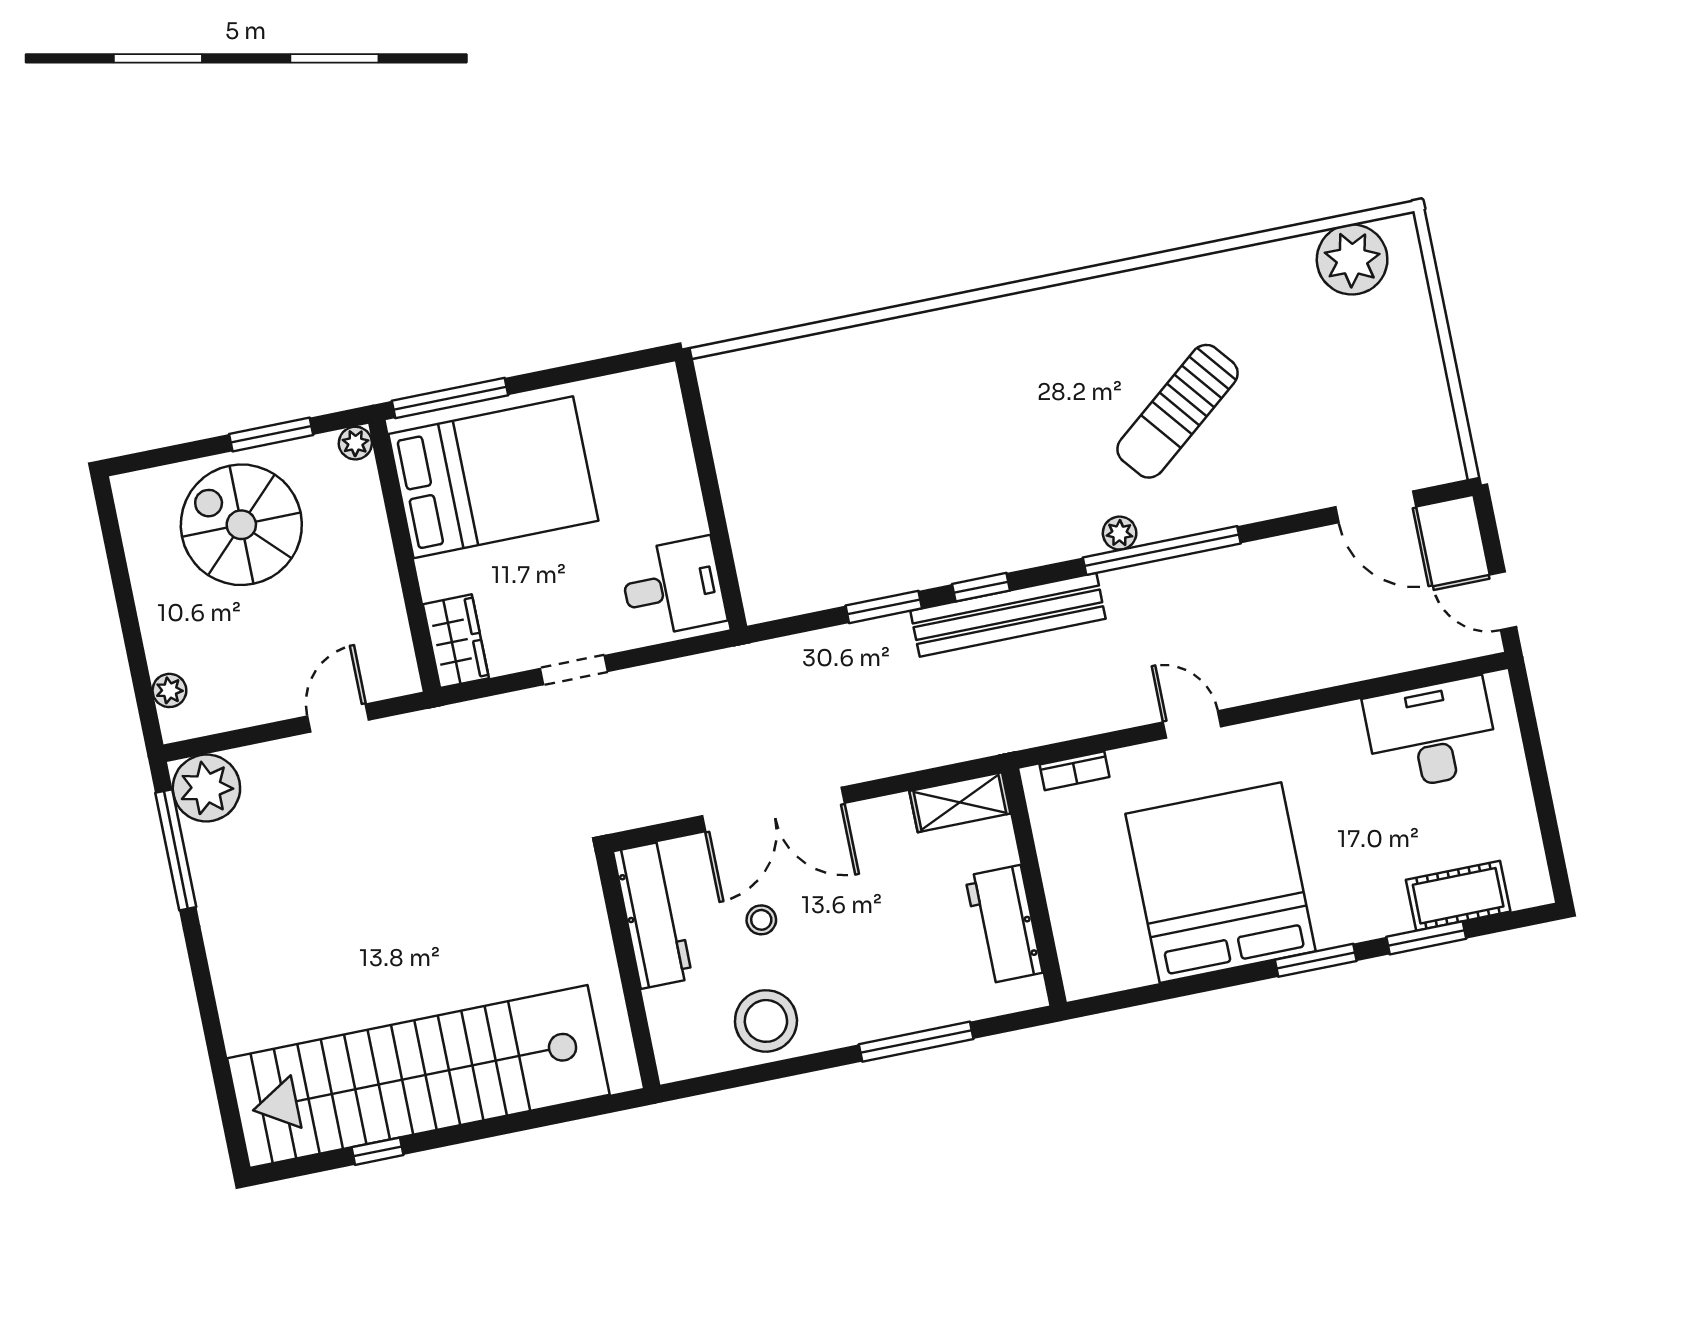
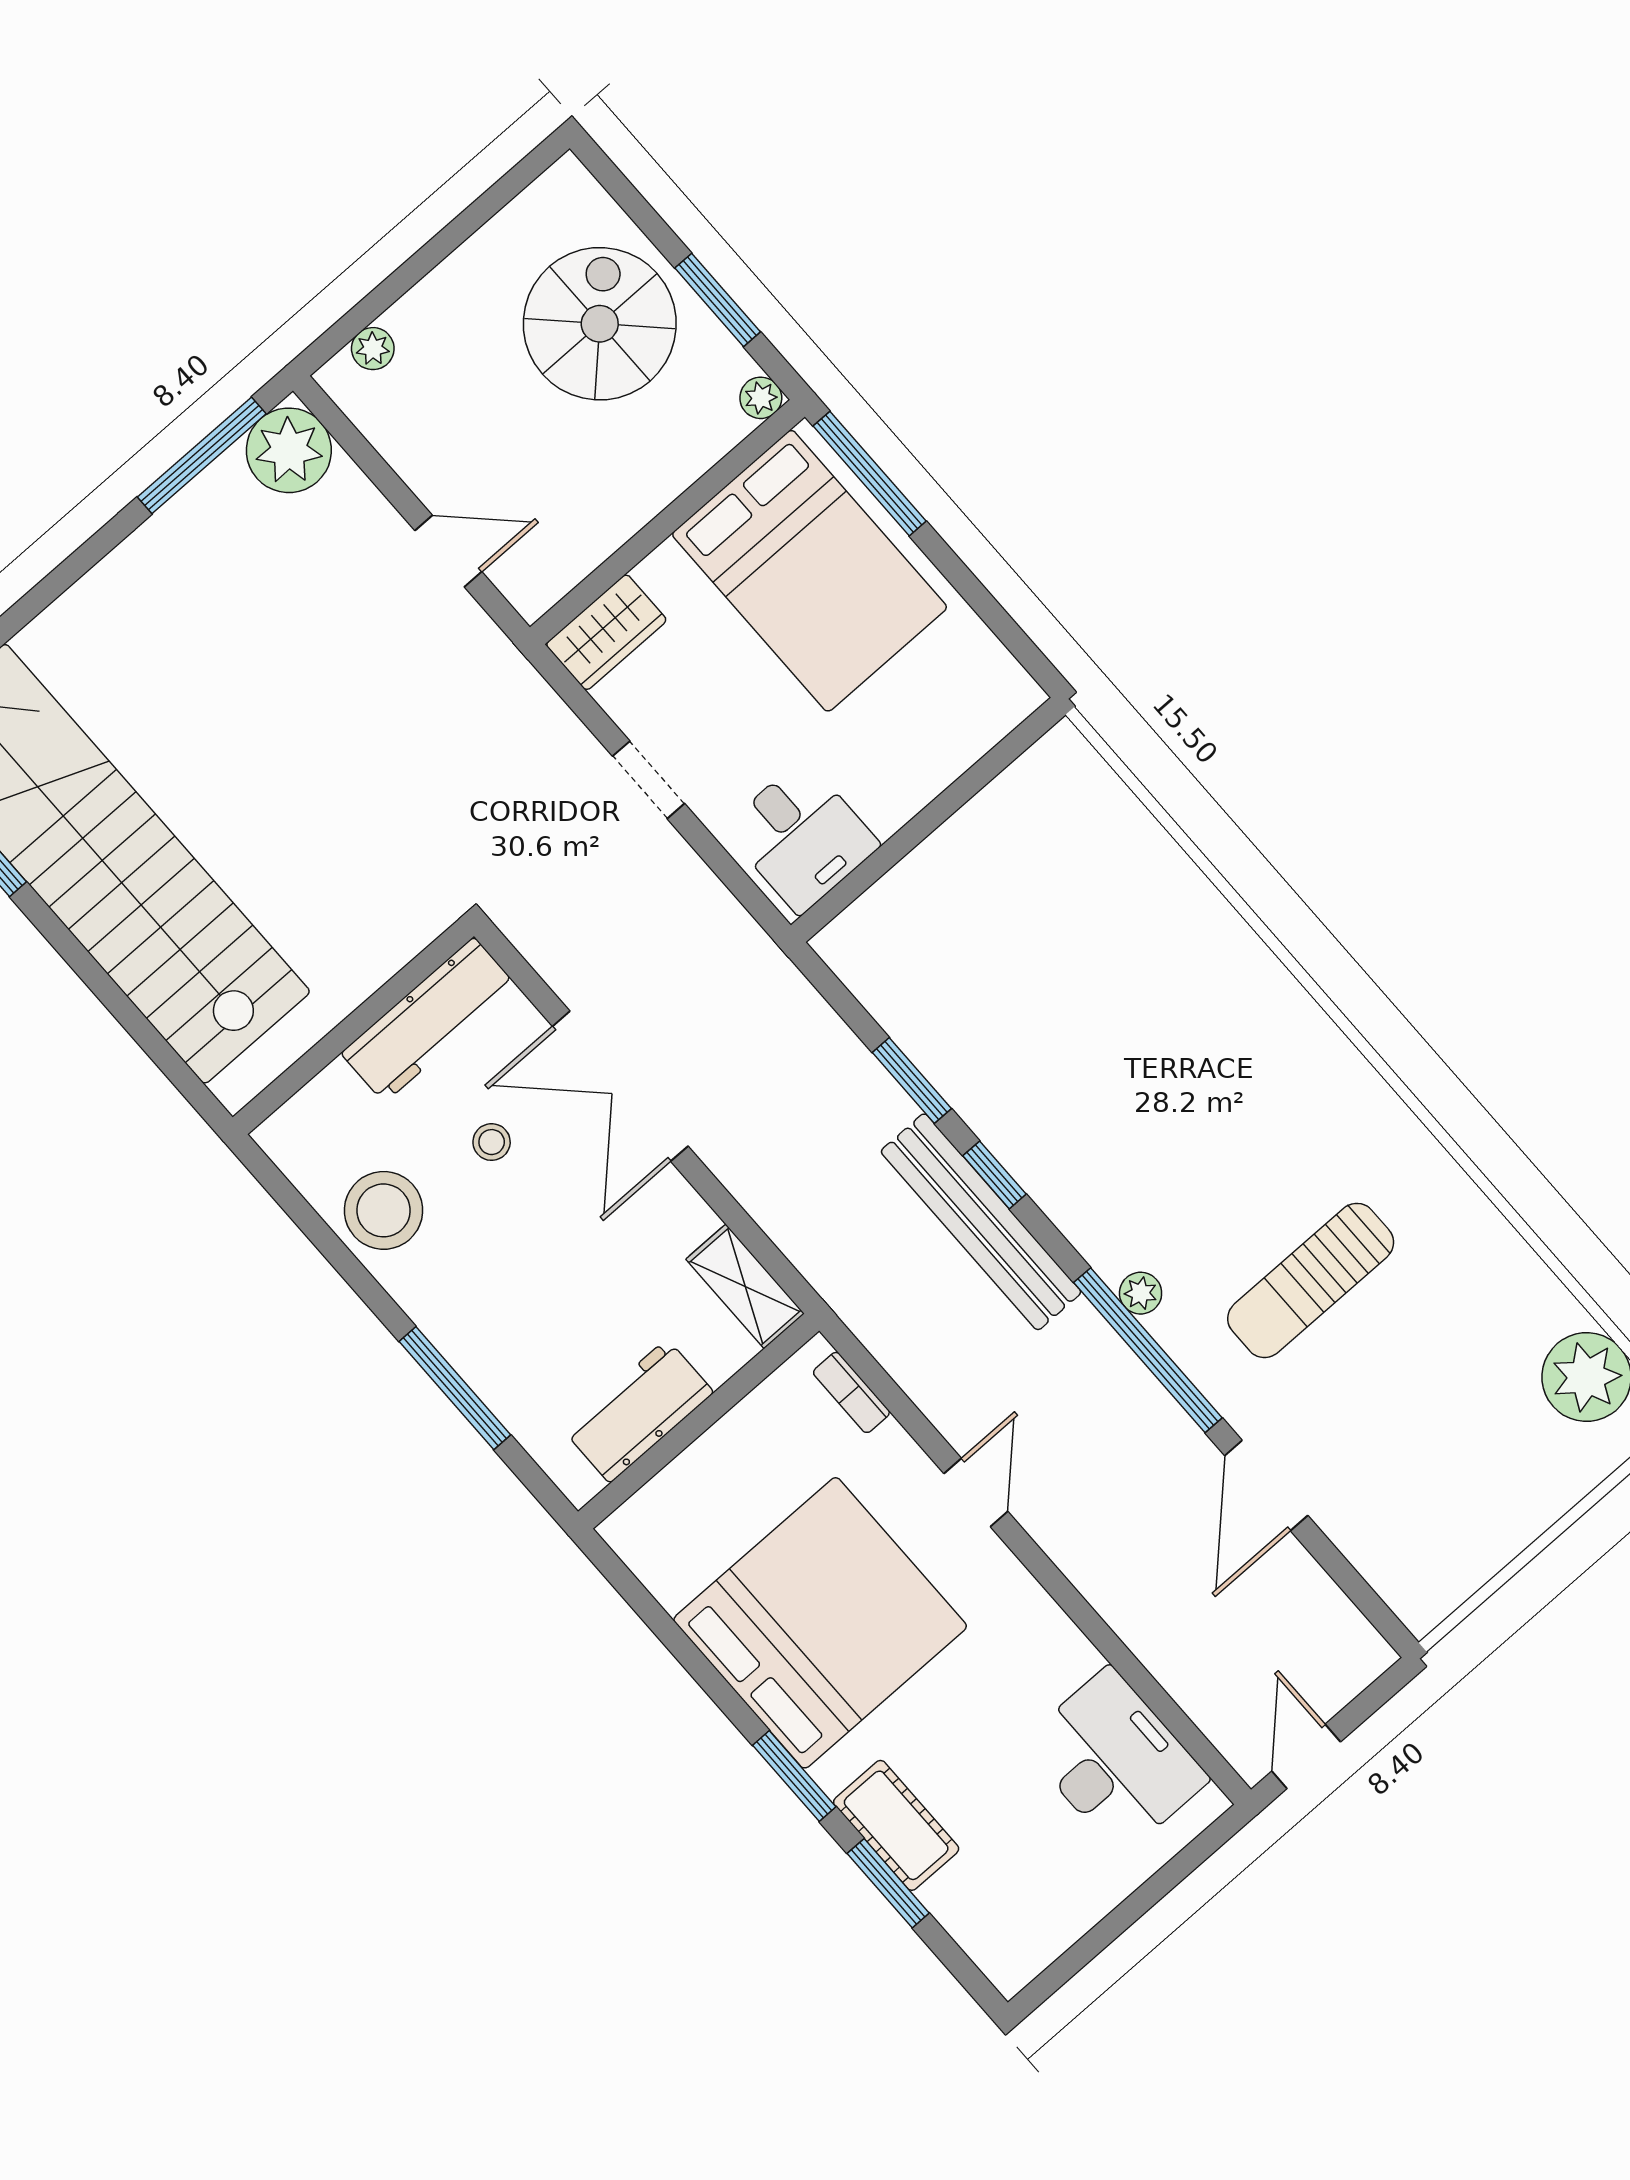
sun lounger: (1178, 411) -> (1311, 1280), turned -51
door: (1376, 507) -> (1266, 1485), moved
cot: (1458, 896) -> (896, 1825), moved

